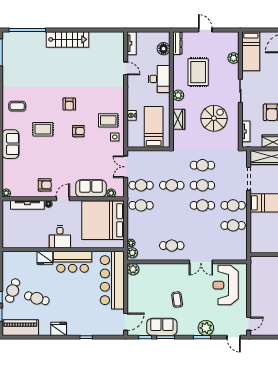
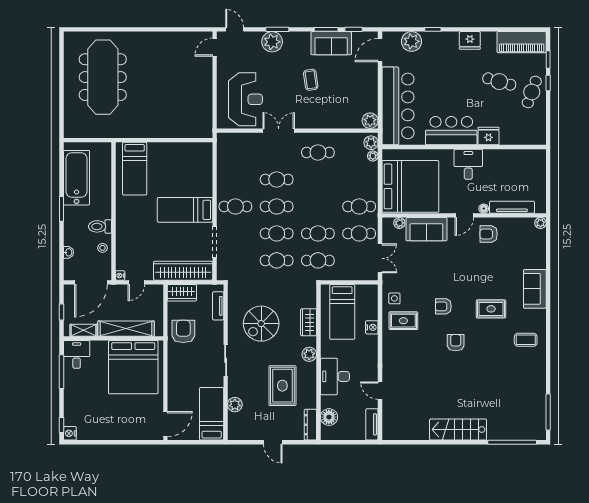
cafe table: (172, 165) -> (318, 260), added
cafe table: (233, 225) -> (277, 179), moved
plant: (102, 328) -> (412, 41), added

